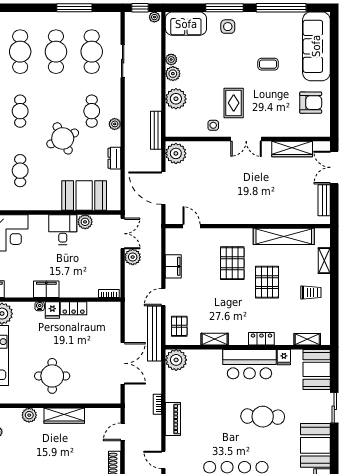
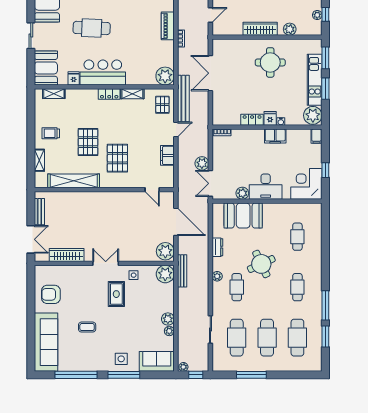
plant: (176, 99) -> (165, 274), moved
desk: (63, 230) -> (266, 187), width x1.37
locker: (261, 339) -> (109, 94), moved

